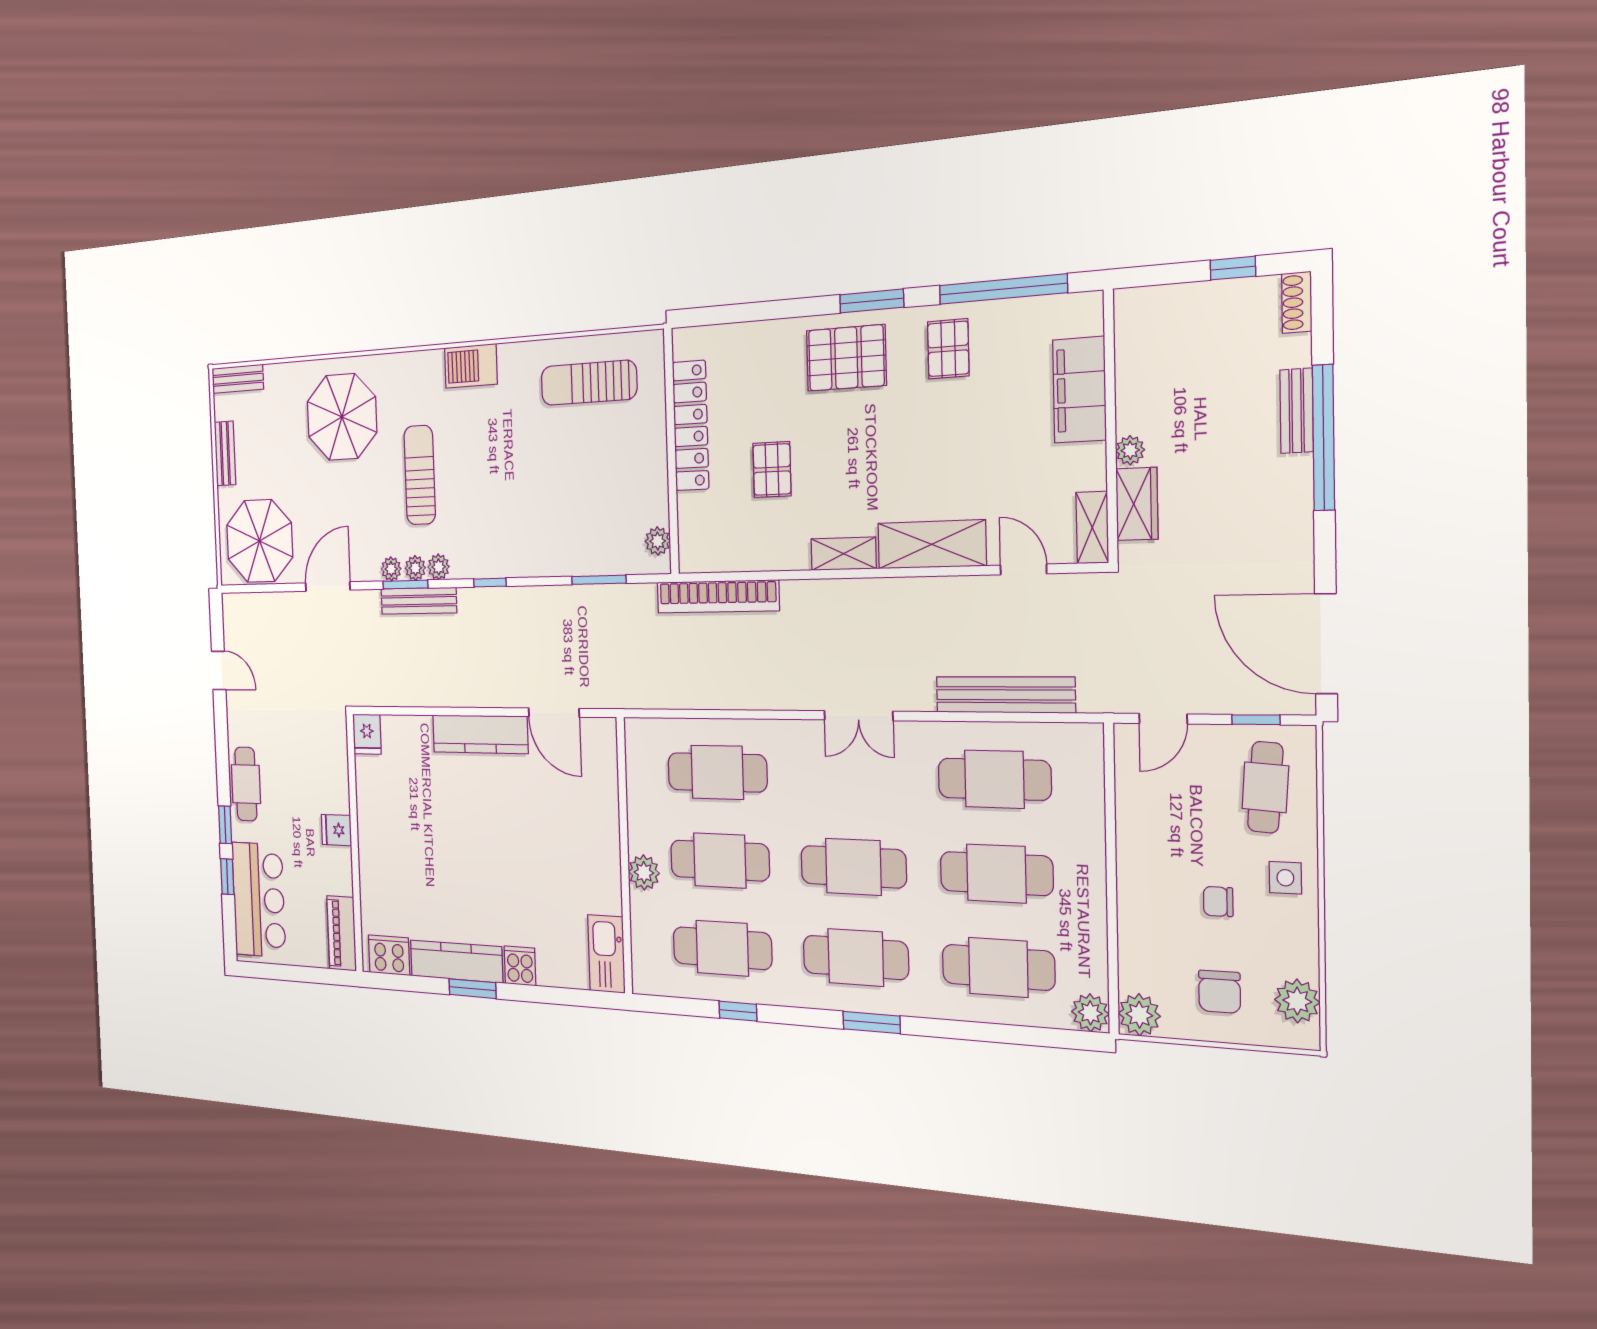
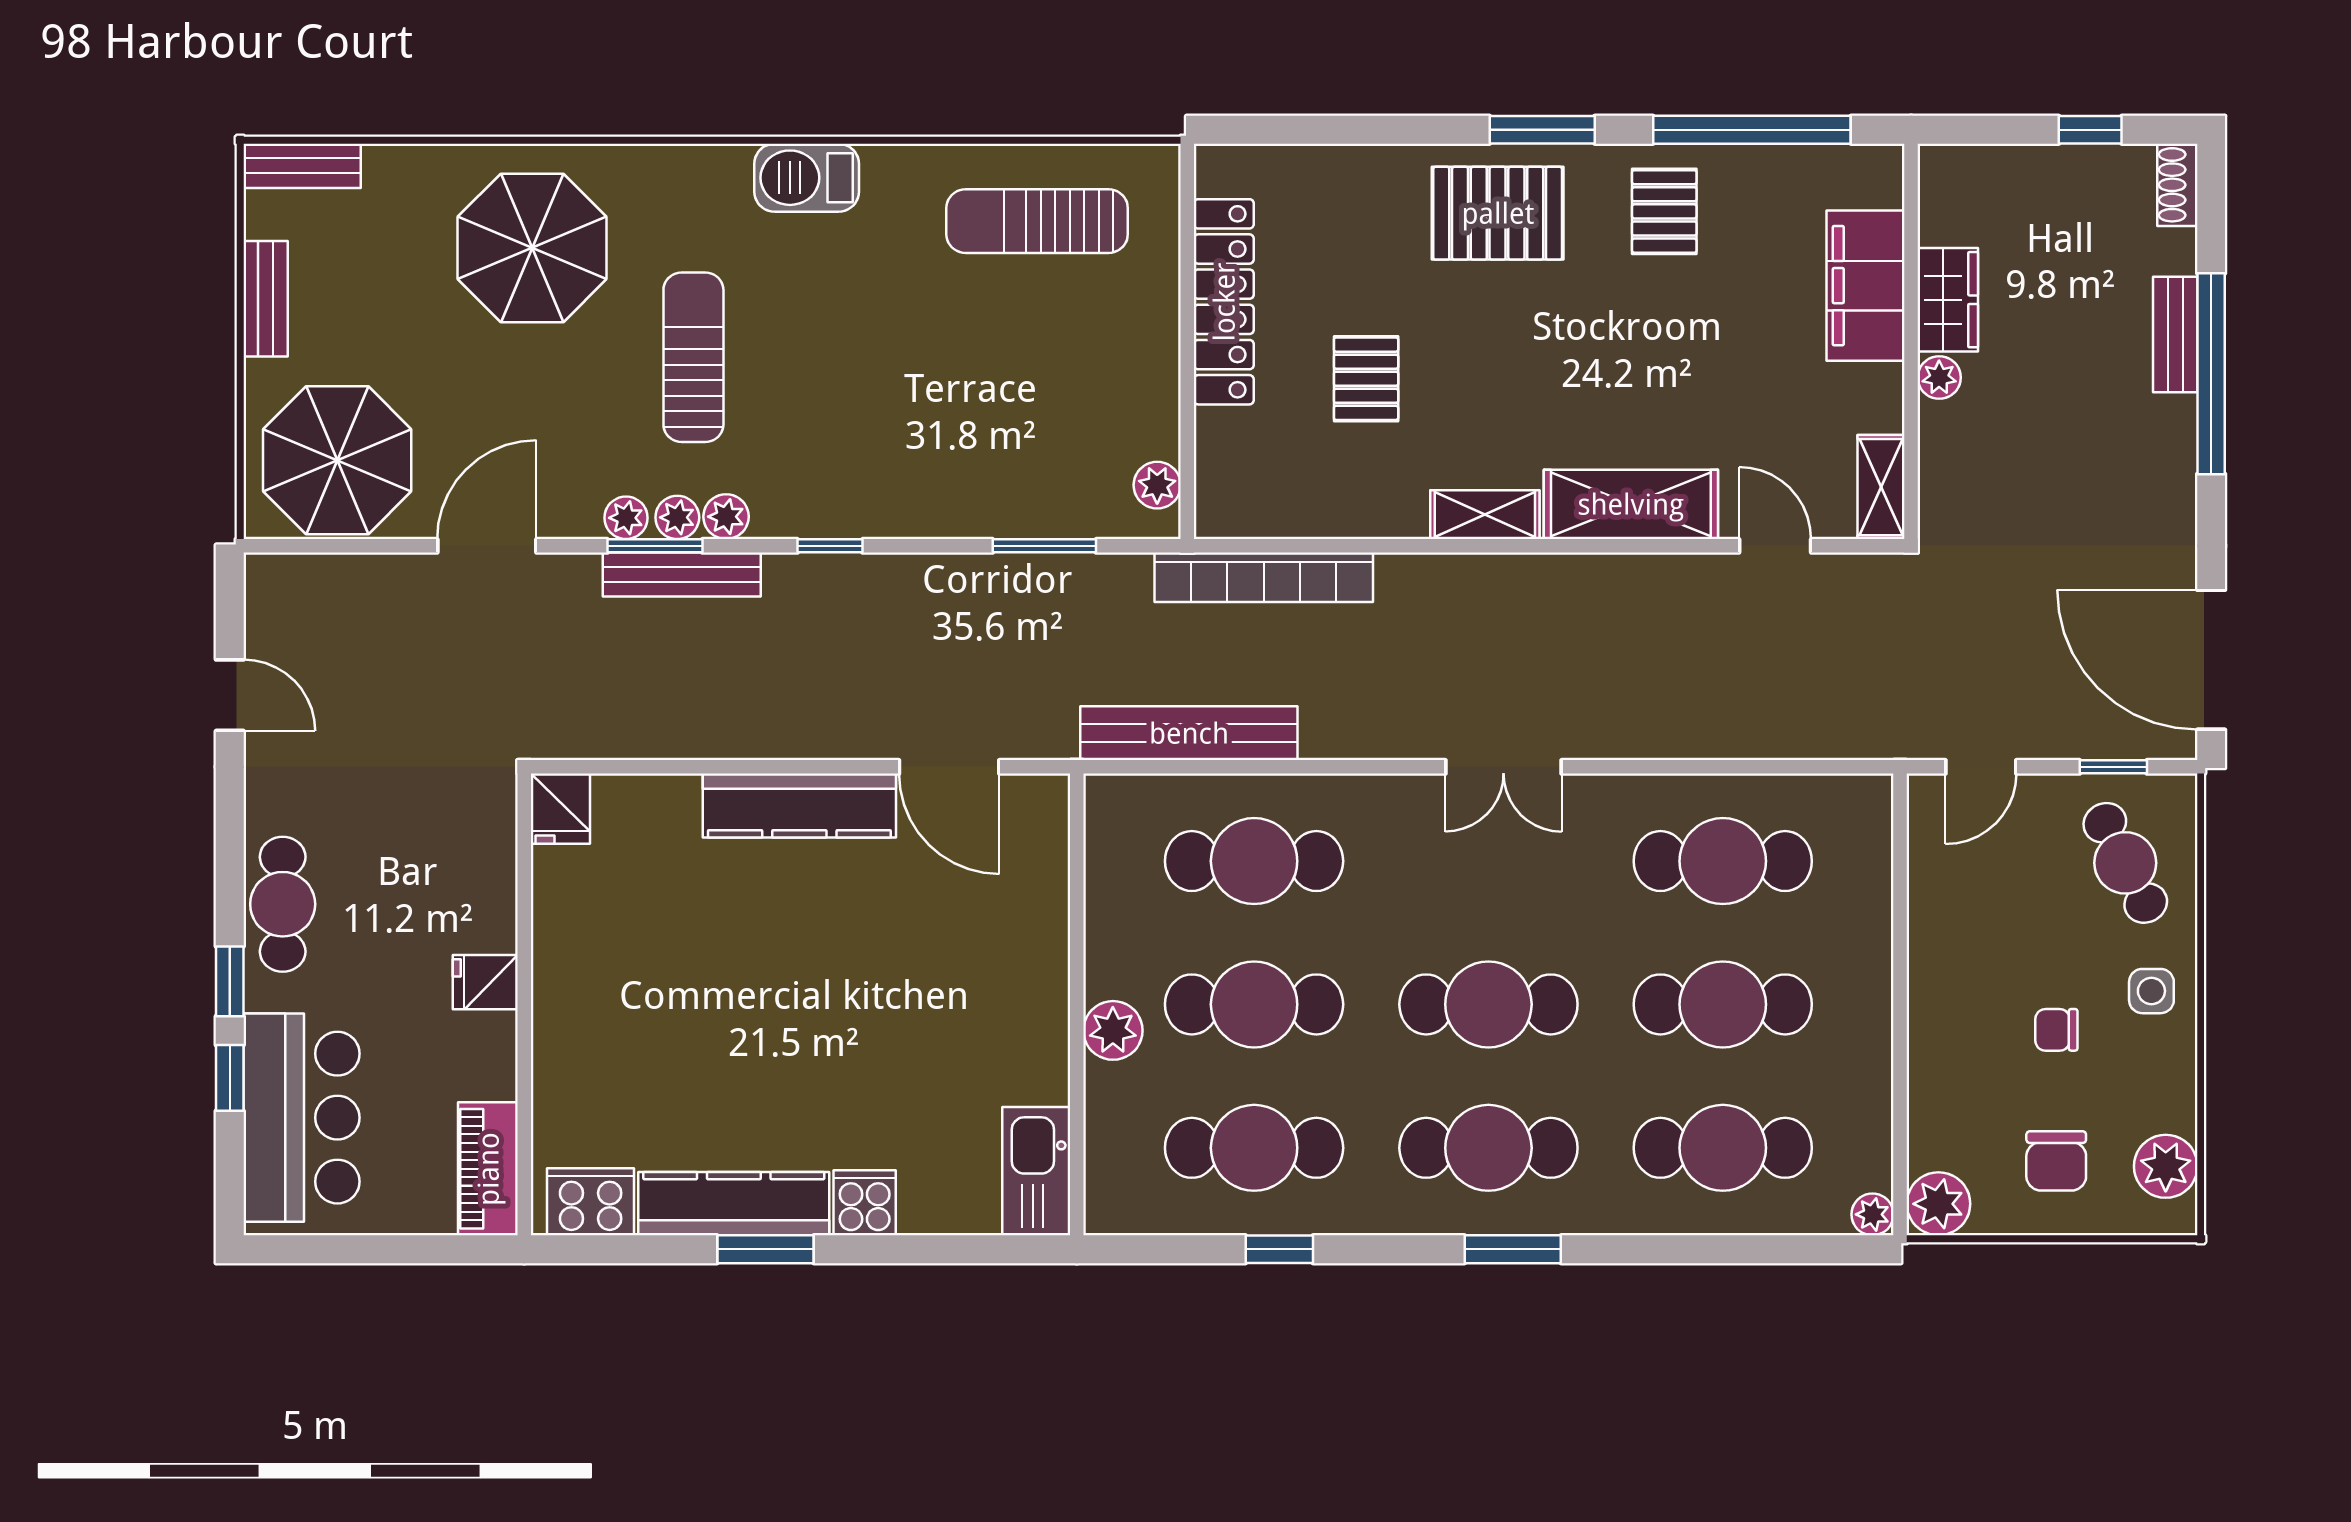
wardrobe: (1137, 504) -> (1948, 300), moved
bench: (1005, 695) -> (1189, 733), moved
cafe table: (1265, 787) -> (2125, 863), turned -31
plant: (1090, 1013) -> (1872, 1214), width x0.73, depth x0.73

